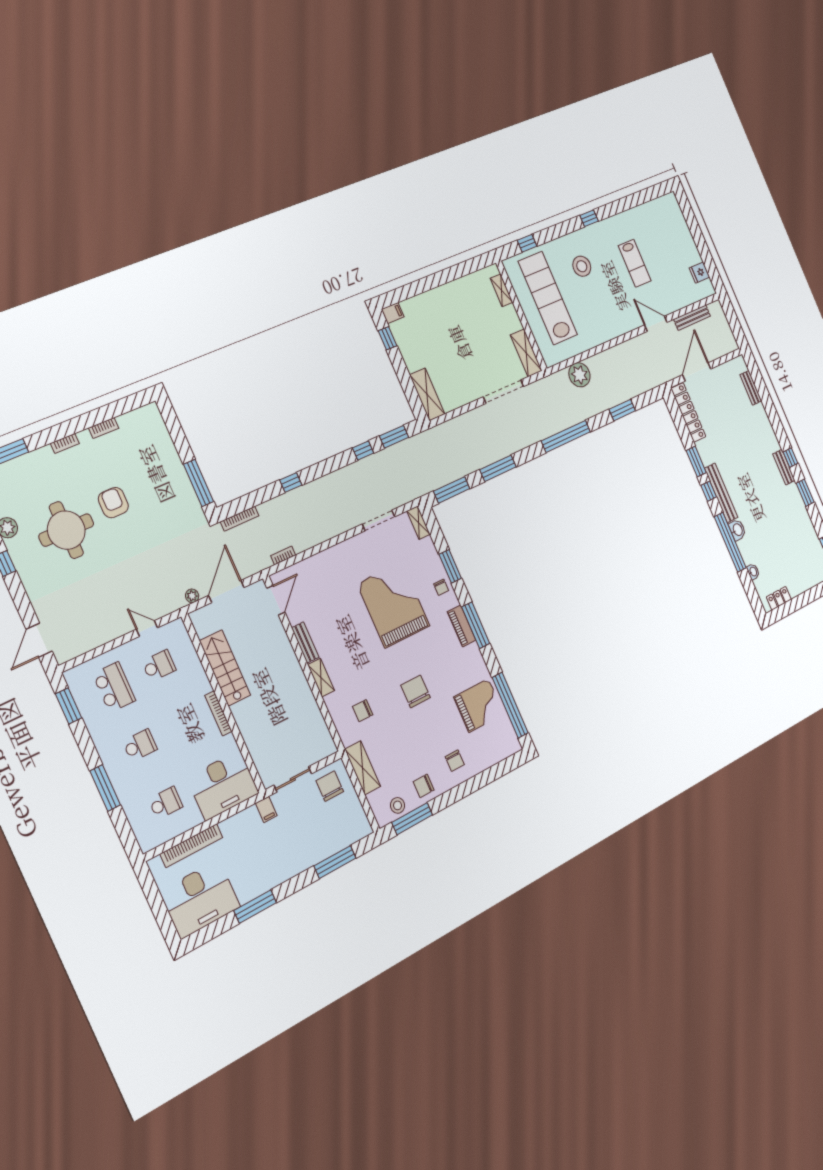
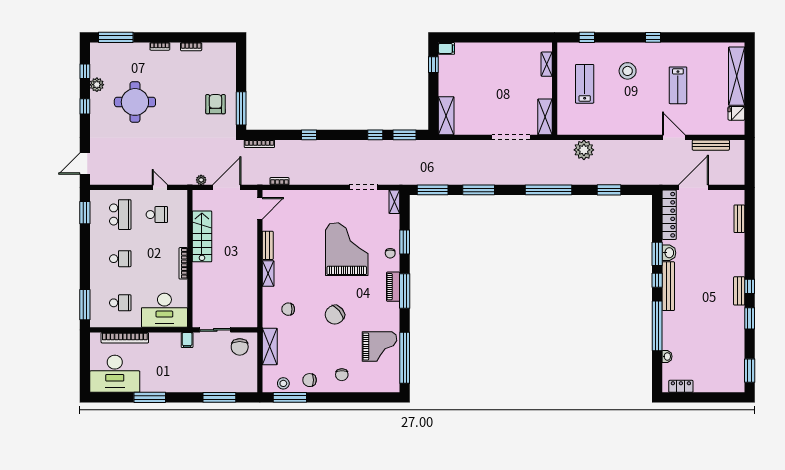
shelving: (682, 231) -> (737, 76), added
lab bench: (548, 298) -> (585, 84), width x0.54, depth x0.72
armchair: (113, 503) -> (215, 104), moved
washbasin: (737, 530) -> (669, 253), moved
chair: (416, 691) -> (335, 315), turned -130
chair: (330, 786) -> (240, 347), turned 180
window: (105, 788) -> (85, 305), moved

